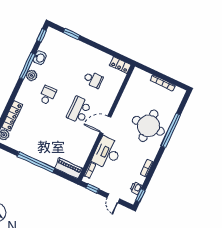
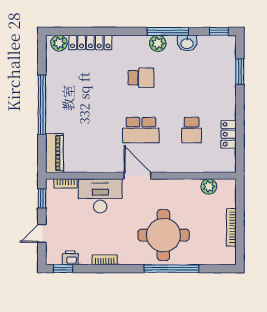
locker: (120, 65) -> (229, 134), moved
plant: (132, 85) -> (209, 186), added
school desk: (79, 110) -> (141, 130), turned 180

